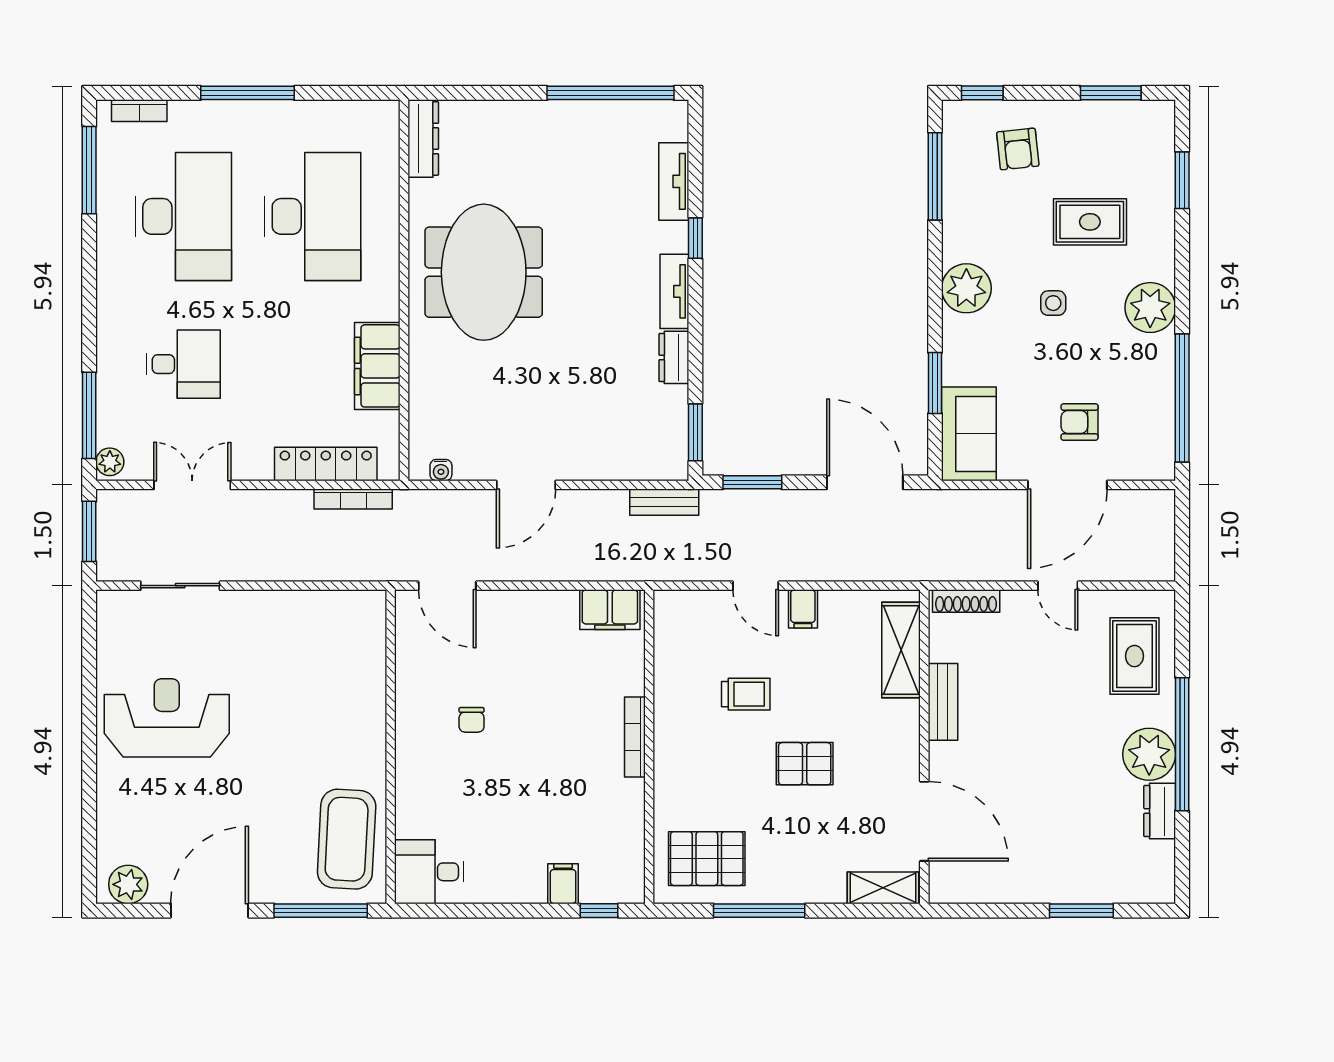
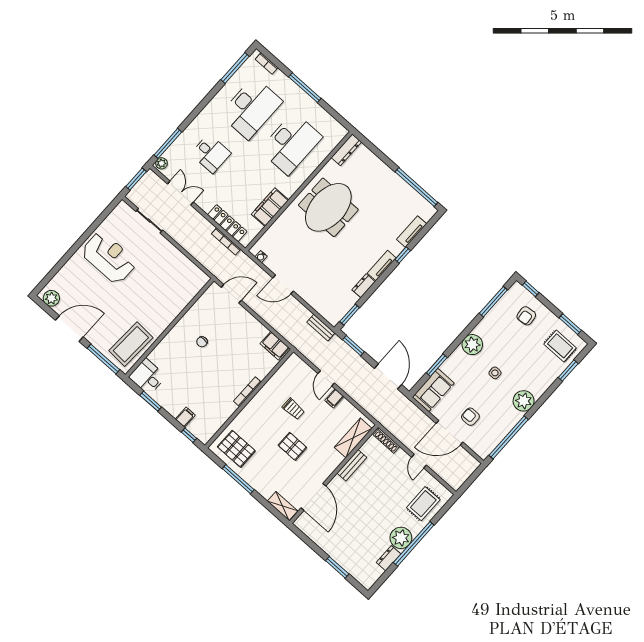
rug: (1090, 222) -> (560, 346), moved
door: (447, 586) -> (231, 294), swing flipped
window: (474, 911) -> (151, 401), added

